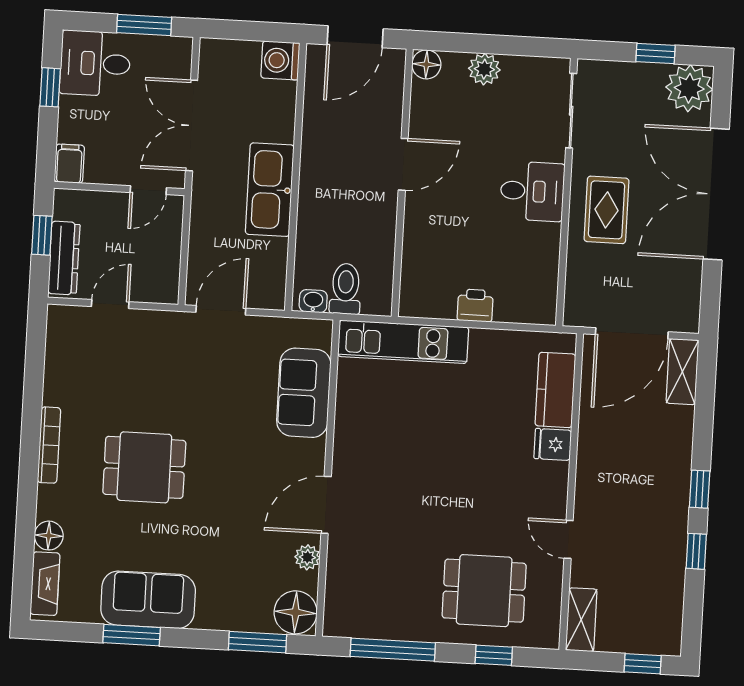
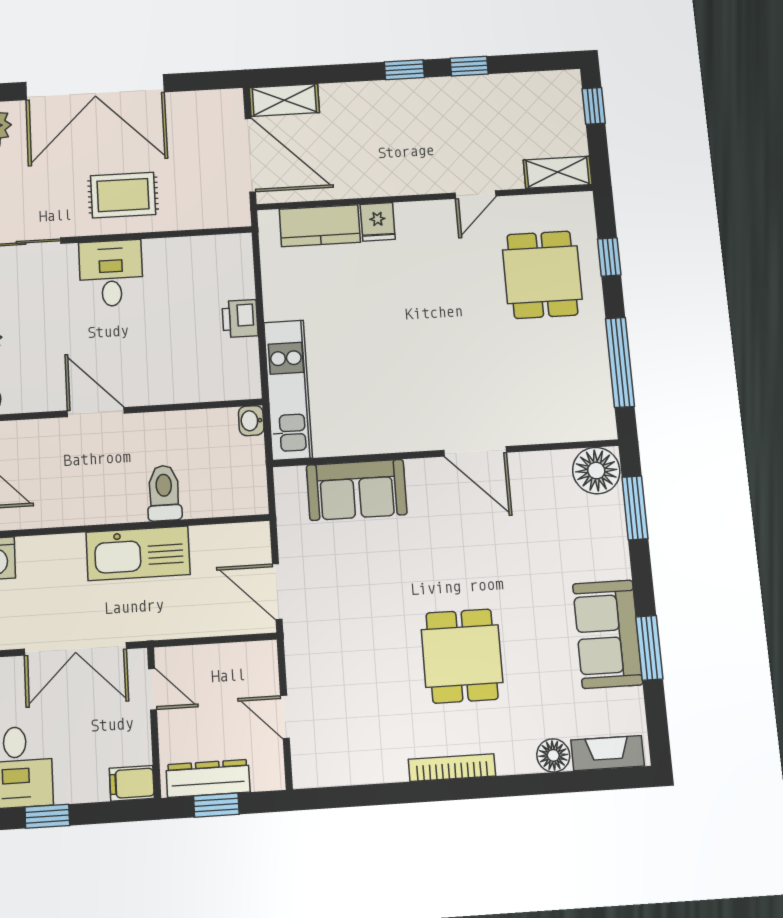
dresser: (64, 258) -> (208, 778), moved
toilet: (345, 289) -> (164, 493), moved, turned 90
washbasin: (313, 301) -> (251, 421), moved
plant: (307, 557) -> (535, 465), removed

